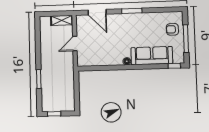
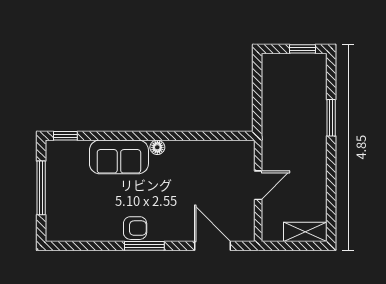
shelving: (62, 20) -> (305, 232), moved
armchair: (172, 29) -> (135, 228), moved
sofa: (152, 56) -> (119, 157), width x0.73

